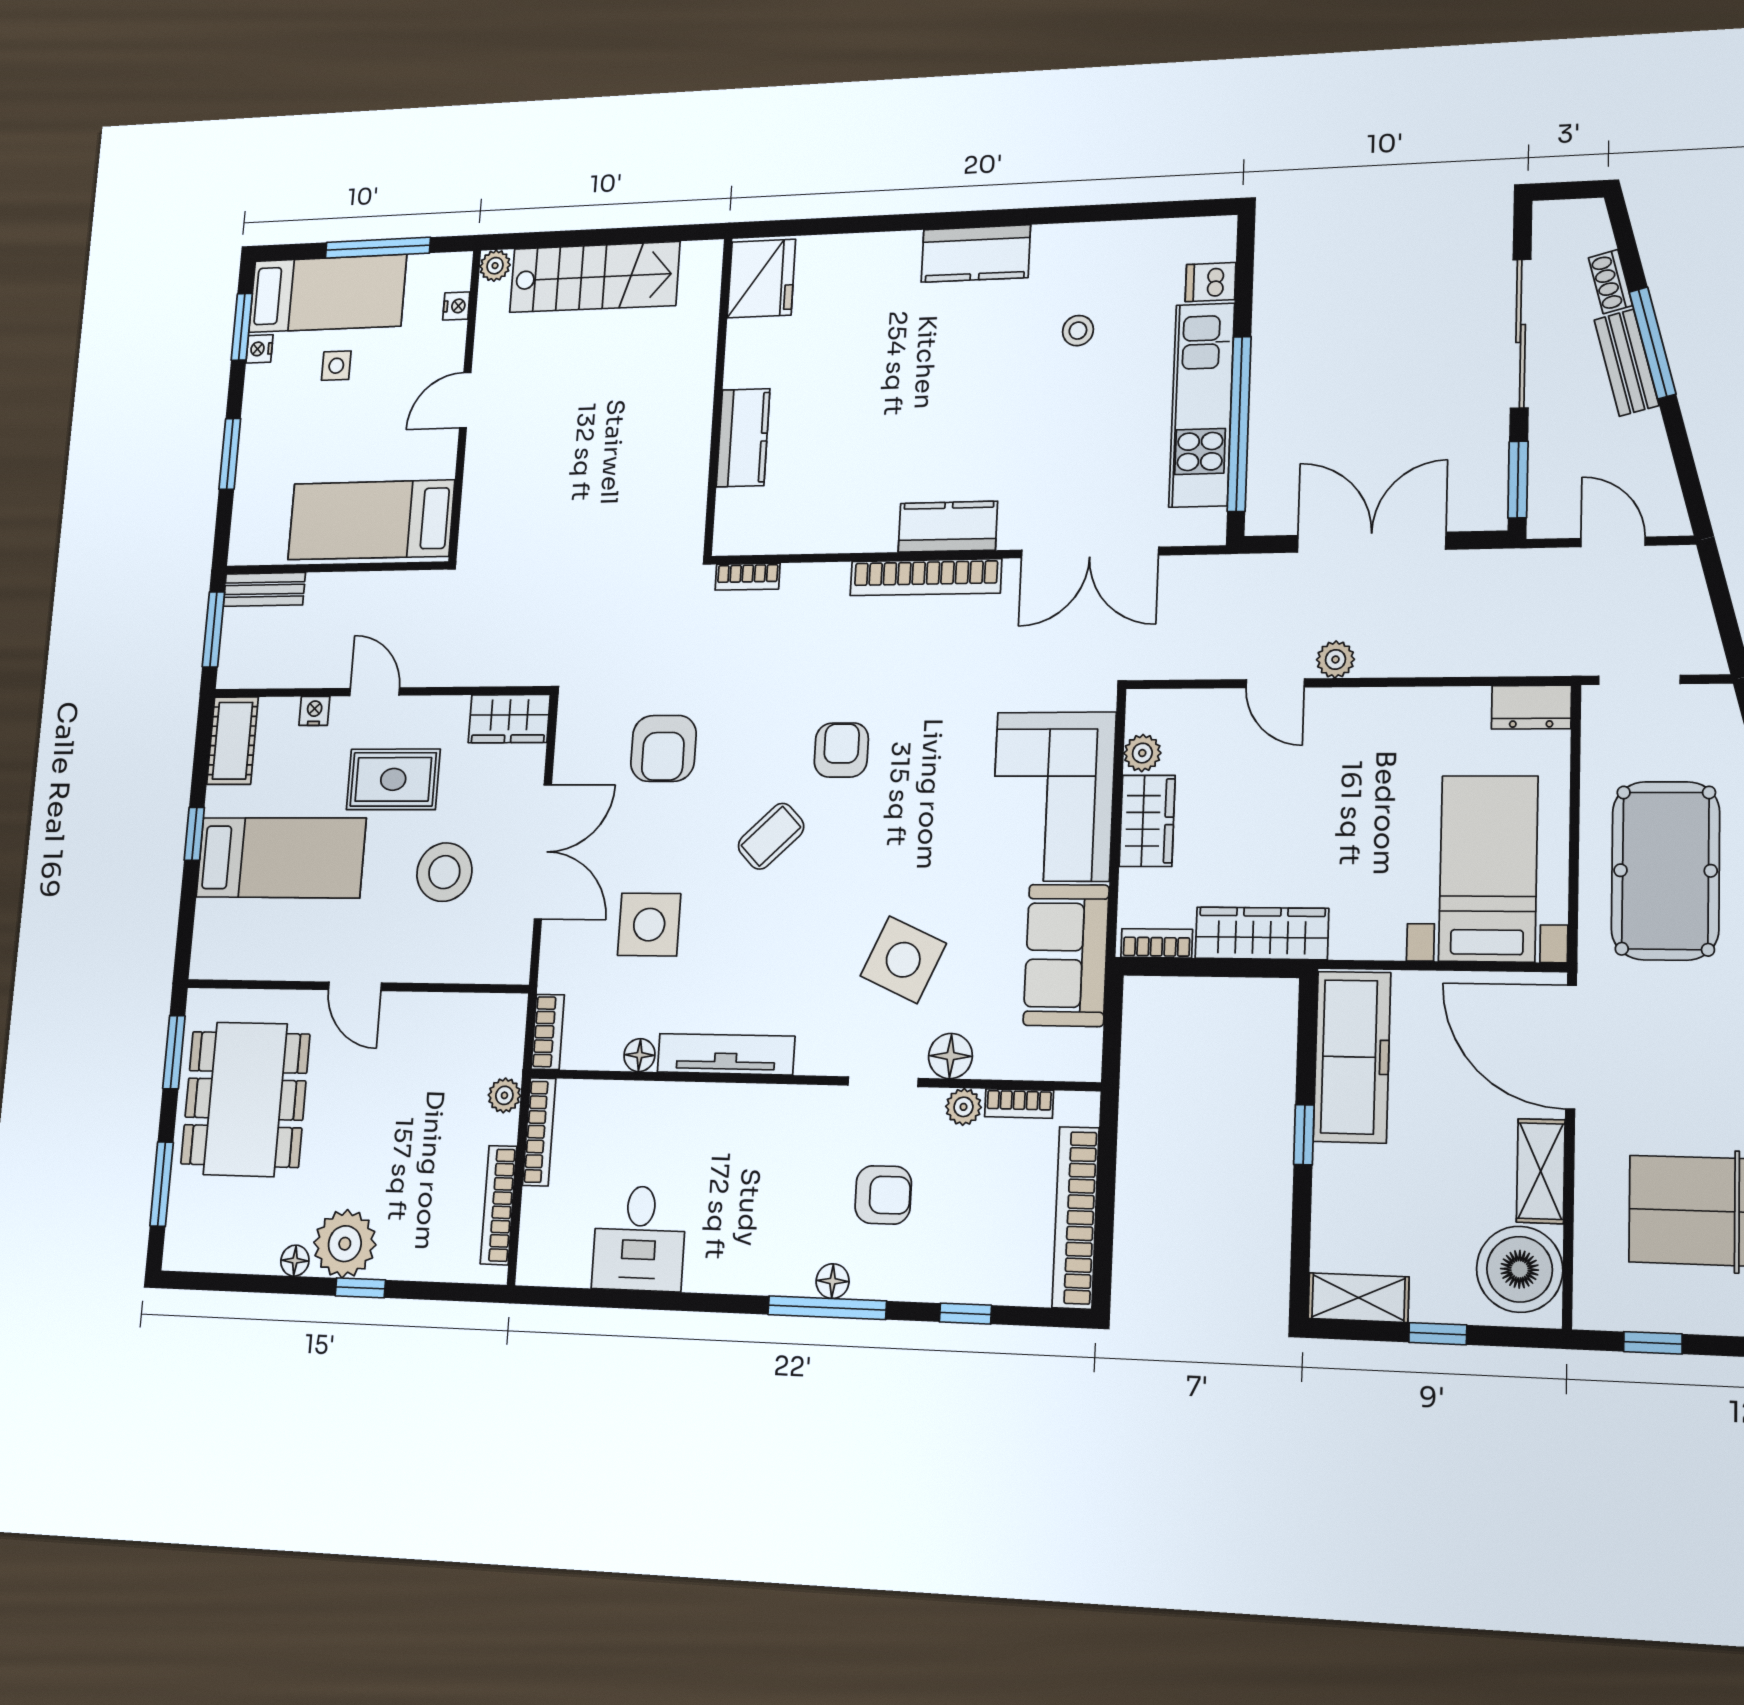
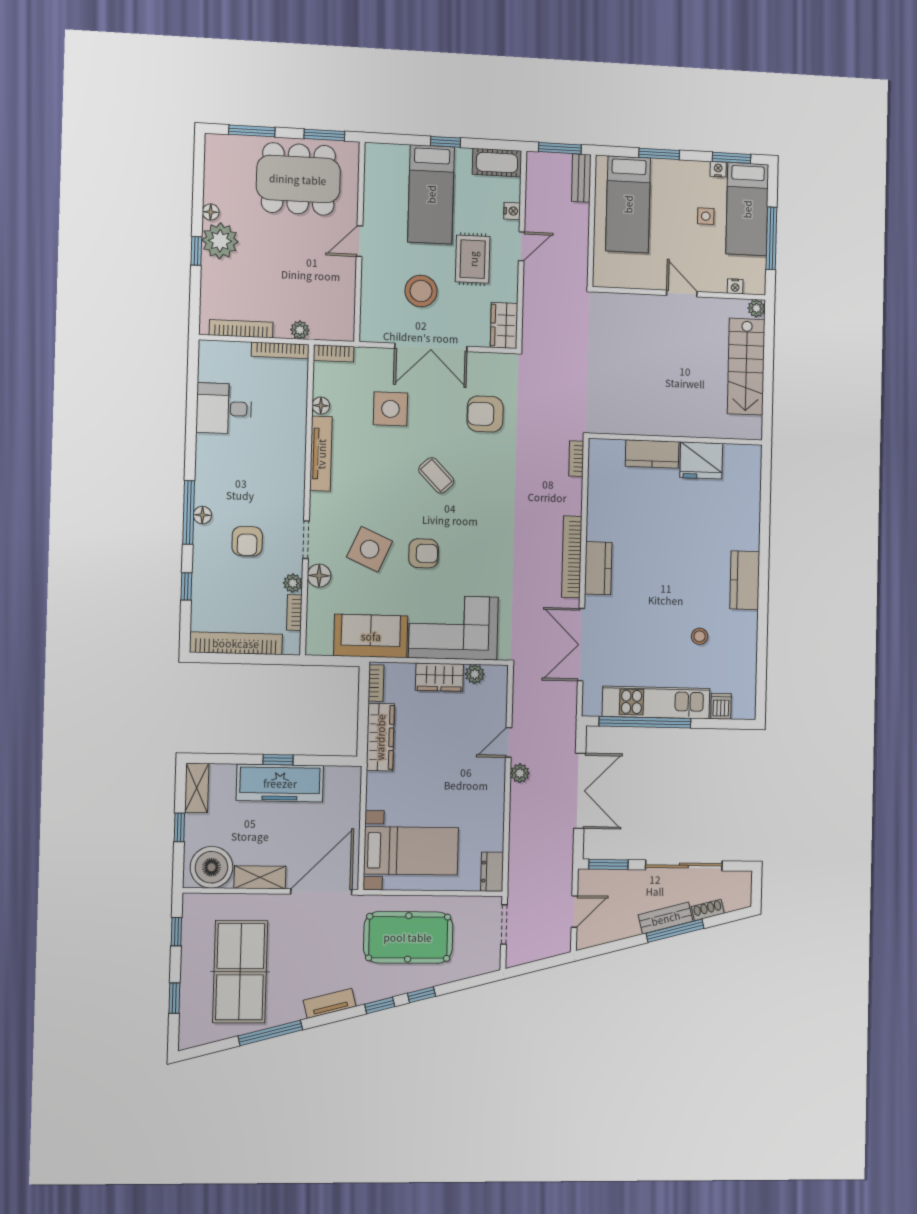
fridge: (761, 279) -> (701, 460), moved
bed: (371, 520) -> (628, 204), moved, turned 180
armchair: (841, 750) -> (423, 553), moved
freezer: (1352, 1057) -> (280, 783), moved

